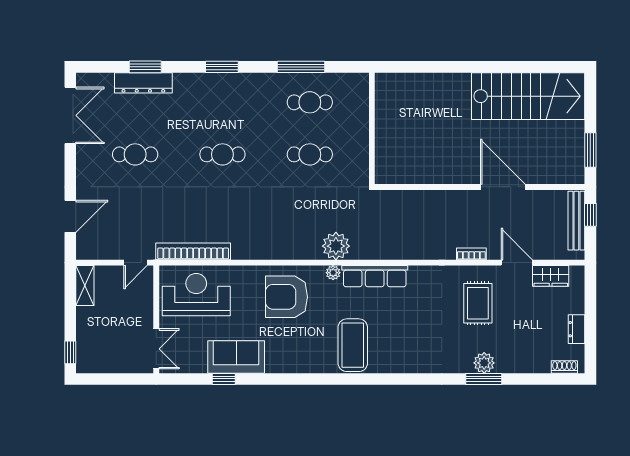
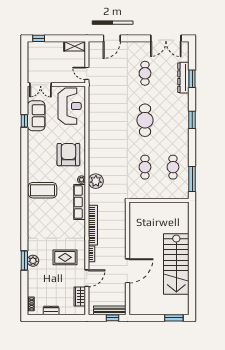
window: (301, 67) -> (192, 179), moved
stairs: (528, 96) -> (176, 264), moved
window: (590, 150) -> (174, 318), moved
cafe table: (222, 154) -> (145, 120), width x1.37, depth x1.35
door: (70, 216) -> (112, 38), hinge flipped
bookcase: (193, 251) -> (93, 225), moved
sofa: (236, 357) -> (36, 116), moved

